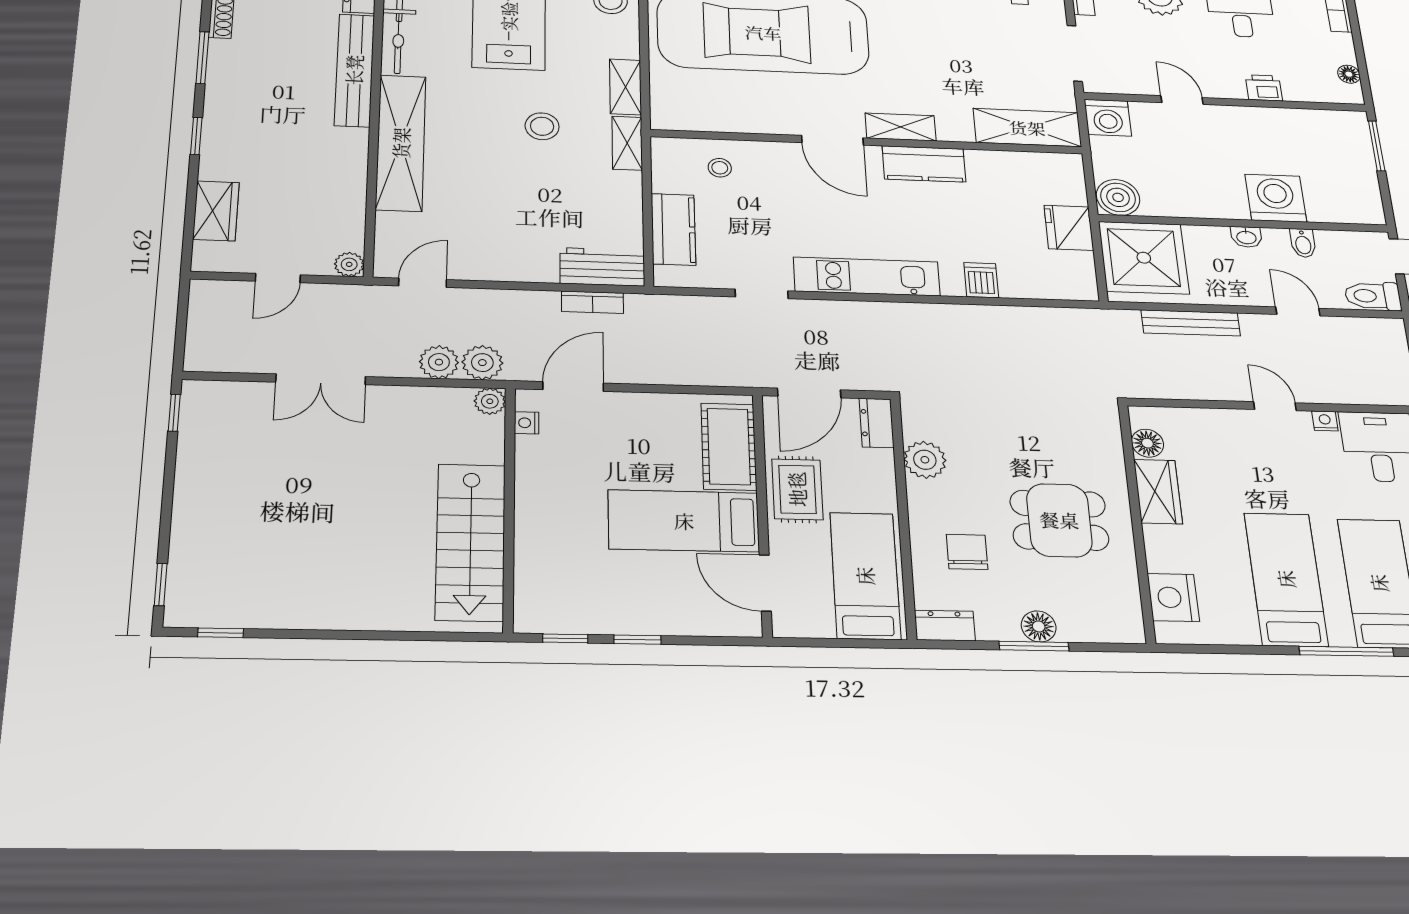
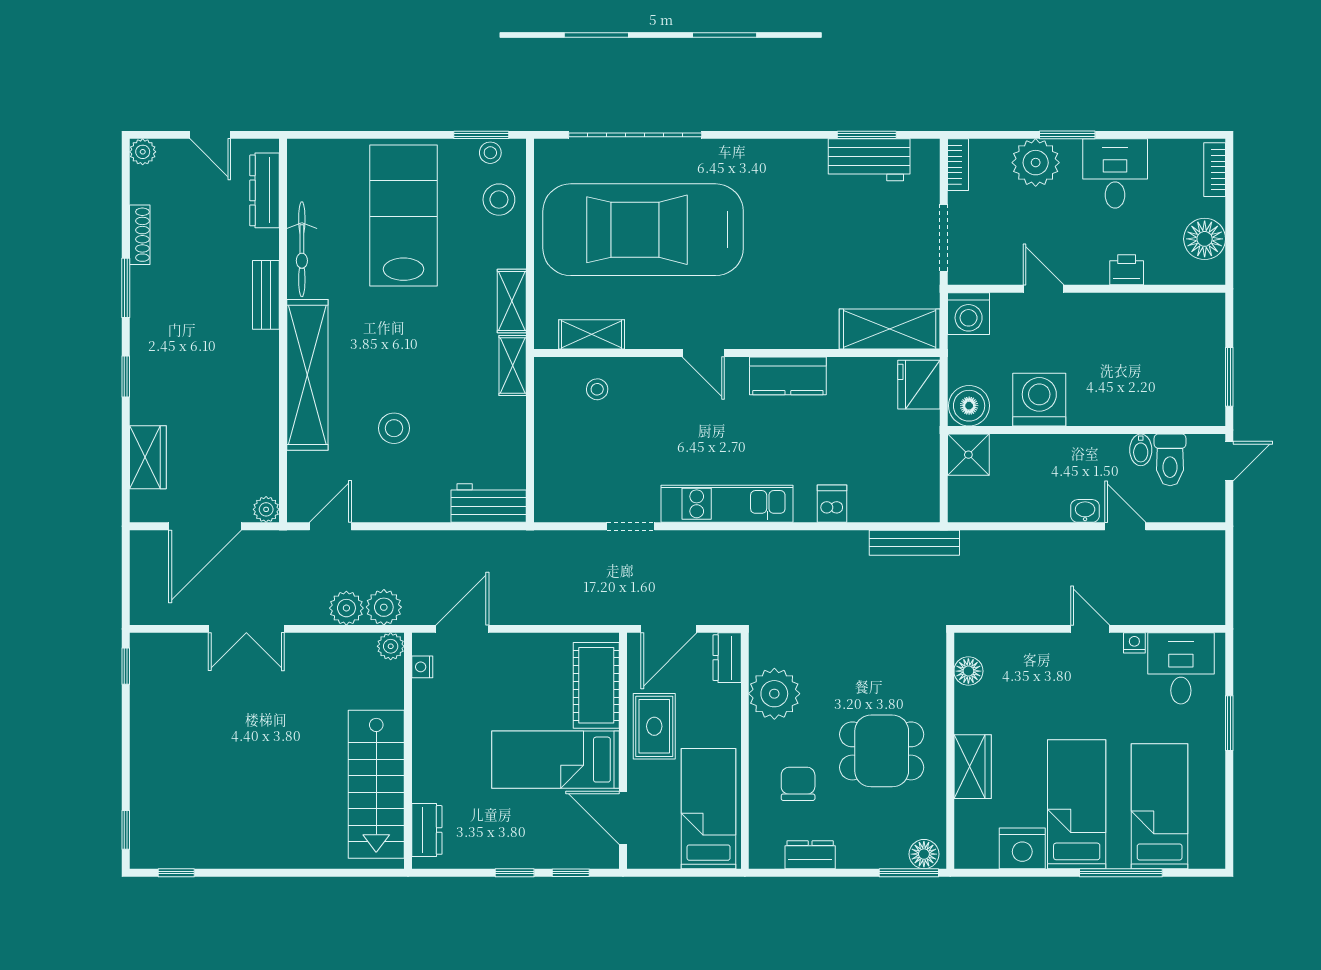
bench: (354, 70) -> (266, 295), width x0.54, depth x0.82
floor lamp: (1349, 74) -> (1205, 239), width x1.89, depth x1.89
stool: (542, 126) -> (394, 428), moved
shelving: (901, 127) -> (592, 334), moved
door: (833, 140) -> (703, 353), width x0.73
window: (1377, 146) -> (1229, 377), moved
washing machine: (1276, 198) -> (1039, 400), moved
fridge: (1069, 228) -> (919, 385), moved
kitchen counter: (673, 229) -> (553, 460), removed
washbasin: (1246, 237) -> (1085, 511), moved, turned 180
shower: (1144, 258) -> (968, 455), width x0.54, depth x0.54
door: (278, 278) -> (205, 526), width x1.88
toilet: (1373, 296) -> (1170, 460), moved, turned -90
bookcase: (593, 302) -> (480, 541), removed
bench: (1191, 323) -> (914, 543), moved
plant: (925, 460) -> (774, 694), width x1.36, depth x1.36
wardrobe: (1158, 492) -> (973, 767), moved
dresser: (531, 592) -> (427, 830), added
nightstand: (1173, 597) -> (1022, 848), moved, turned -90
dresser: (945, 626) -> (810, 855), moved
floor lamp: (1039, 626) -> (924, 854), moved
window: (565, 638) -> (571, 873), moved
window: (1034, 646) -> (909, 873), moved

